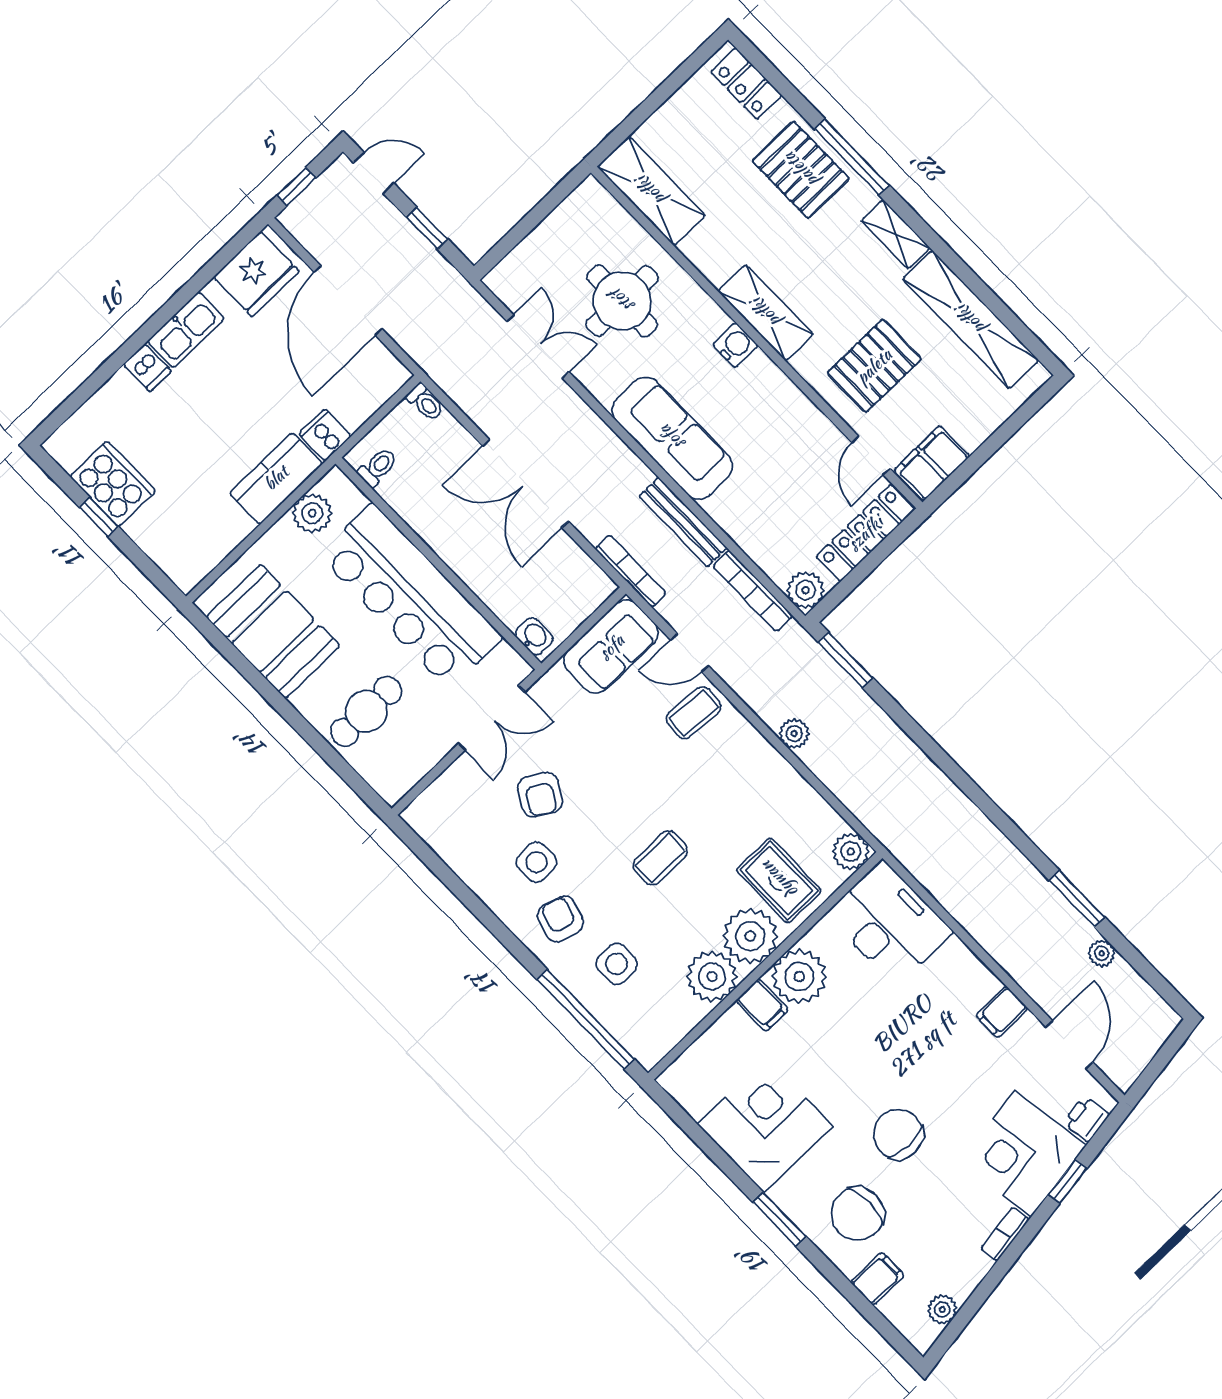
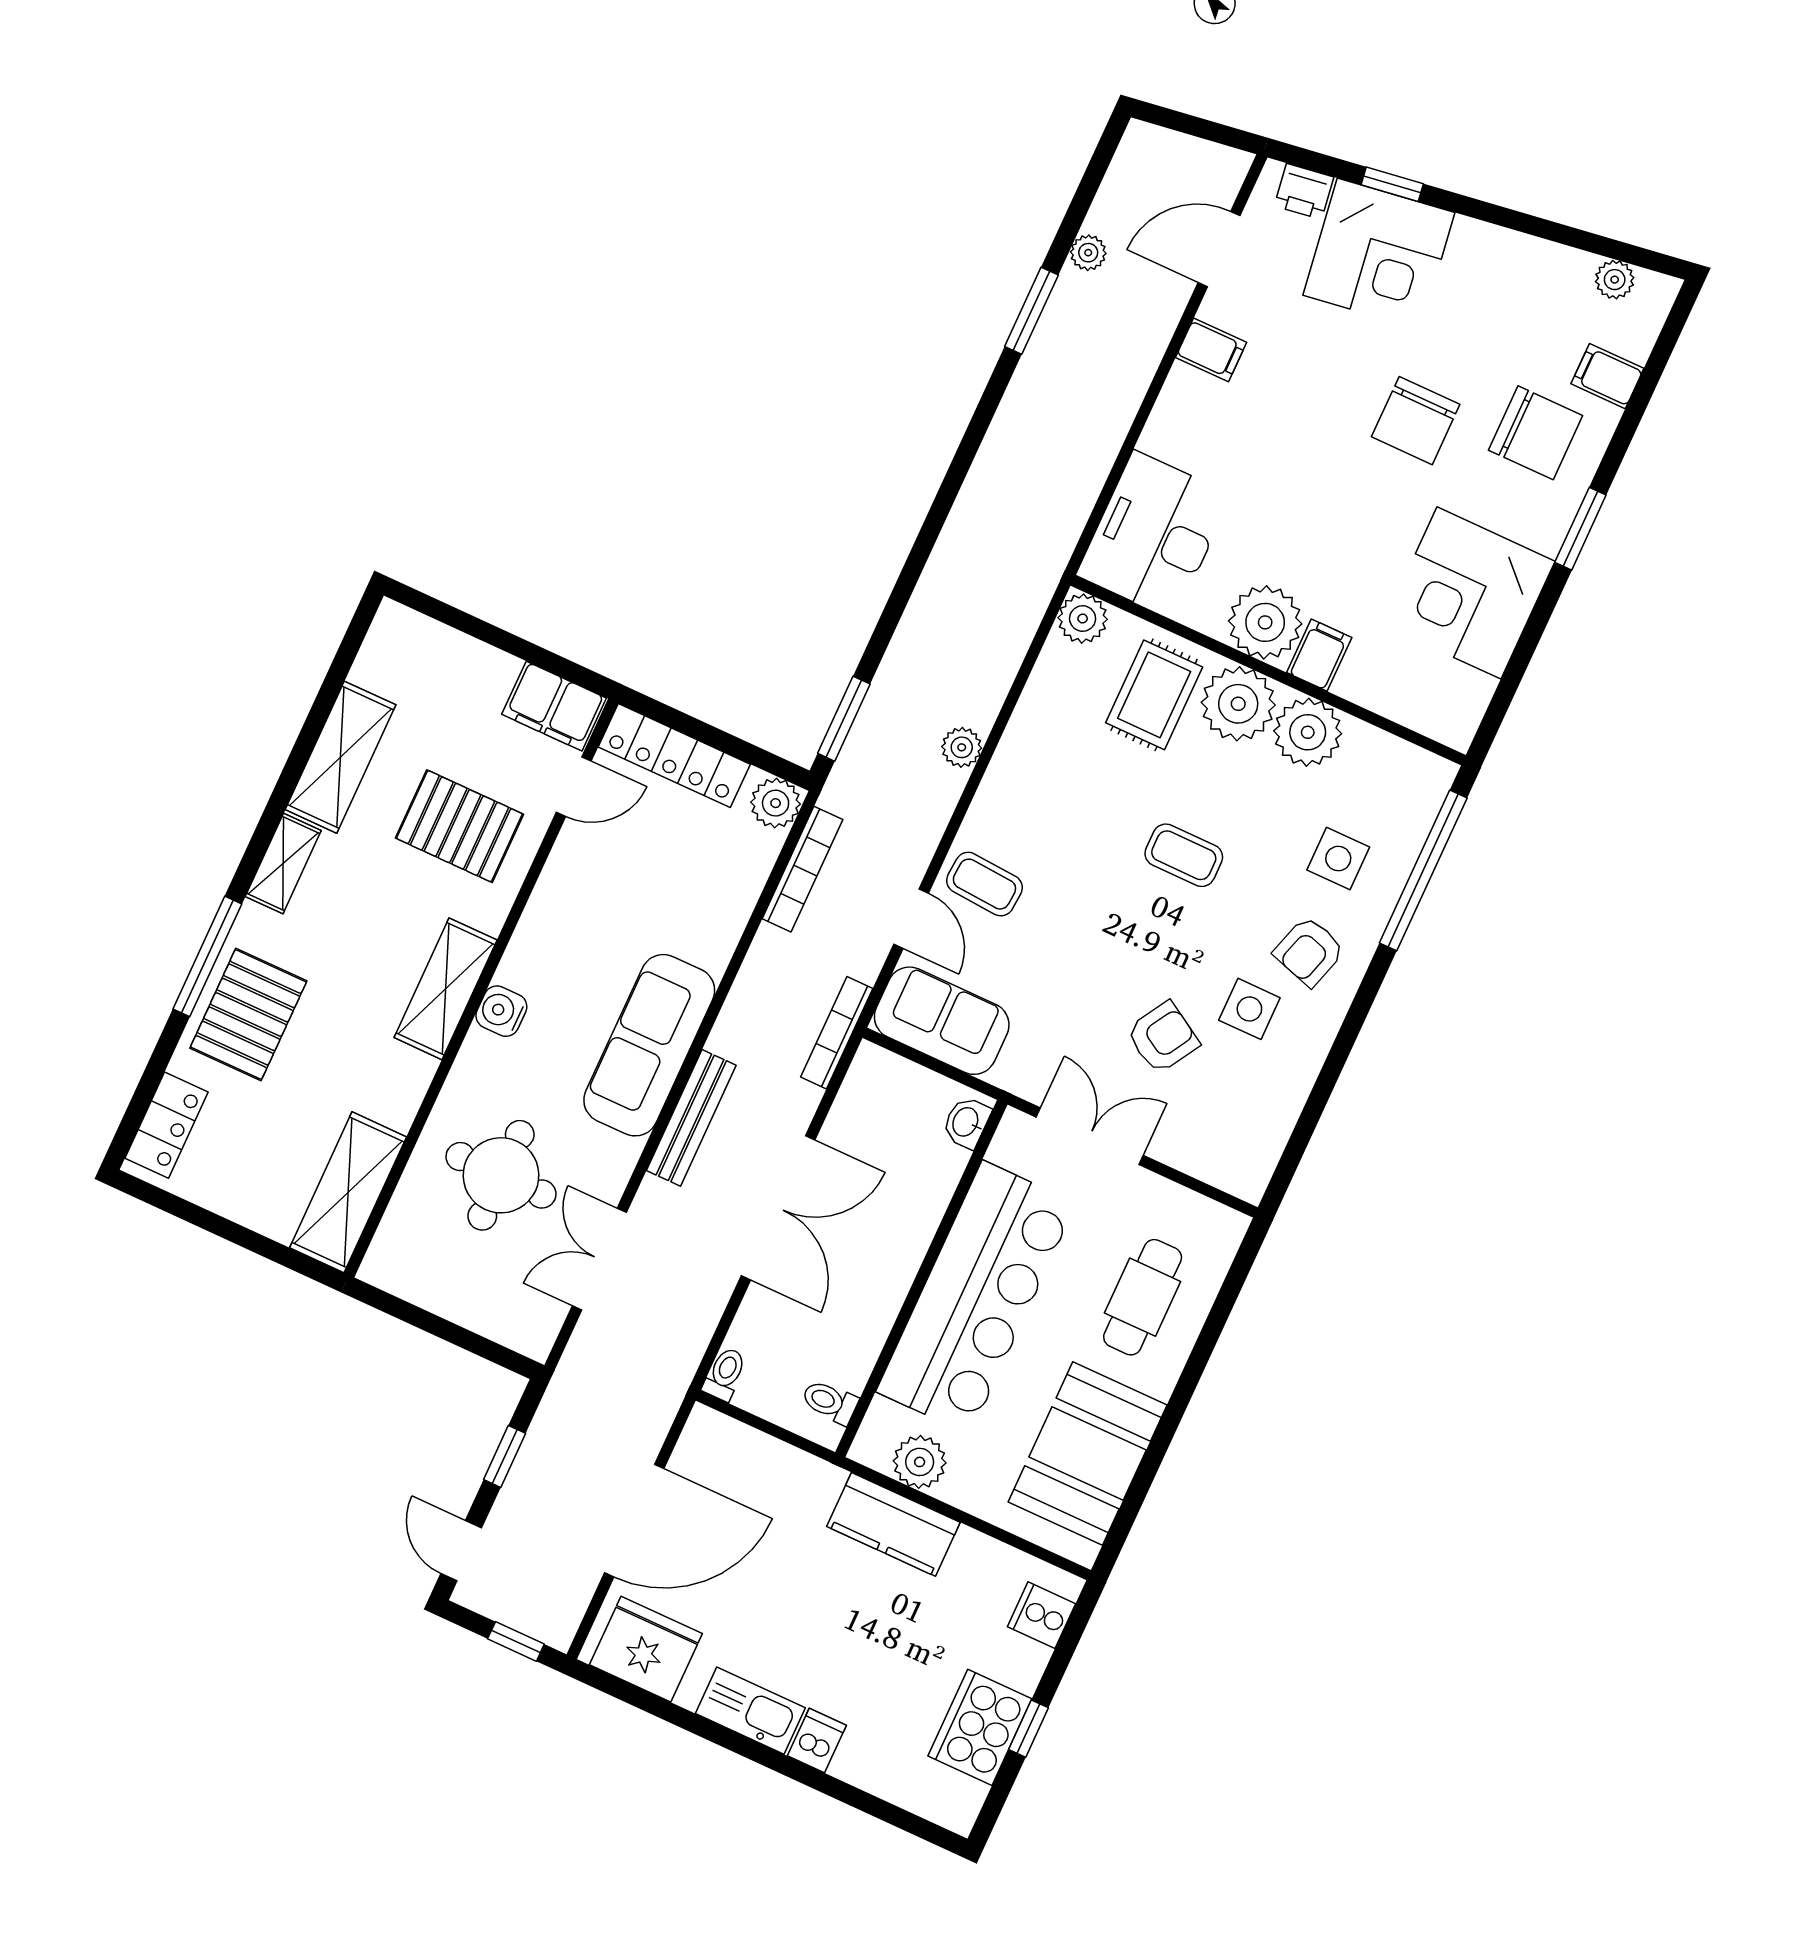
shelving: (971, 320) -> (340, 757), width x0.68
cooker: (325, 435) -> (1042, 1615), moved, turned 90
bench: (683, 522) -> (691, 1118), moved
cafe table: (366, 711) -> (1143, 1297), turned 90
bookcase: (1005, 1234) -> (1489, 237), removed

